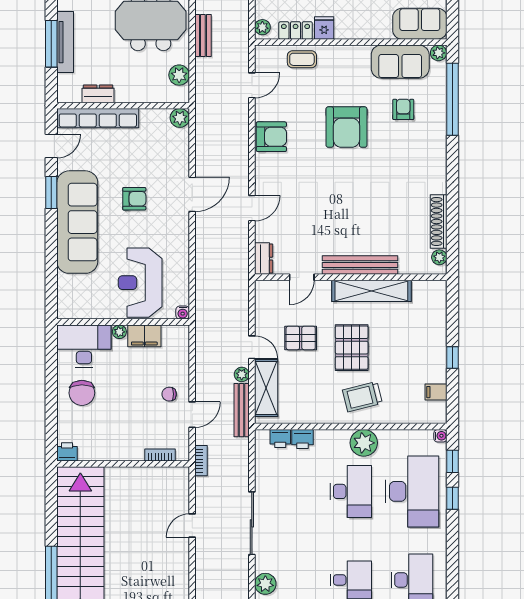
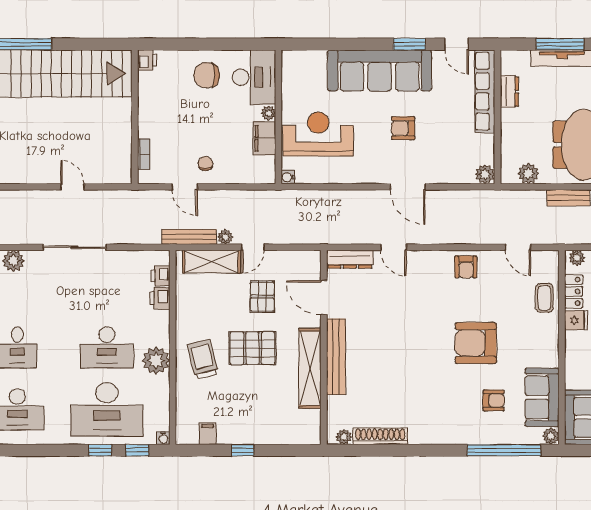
armchair: (271, 137) -> (466, 267), width x0.72, depth x0.72
armchair: (134, 199) -> (403, 128), turned 90
dresser: (264, 259) -> (350, 259), width x1.44
door: (302, 277) -> (324, 298), width x1.38
bookcase: (201, 461) -> (138, 196), removed

